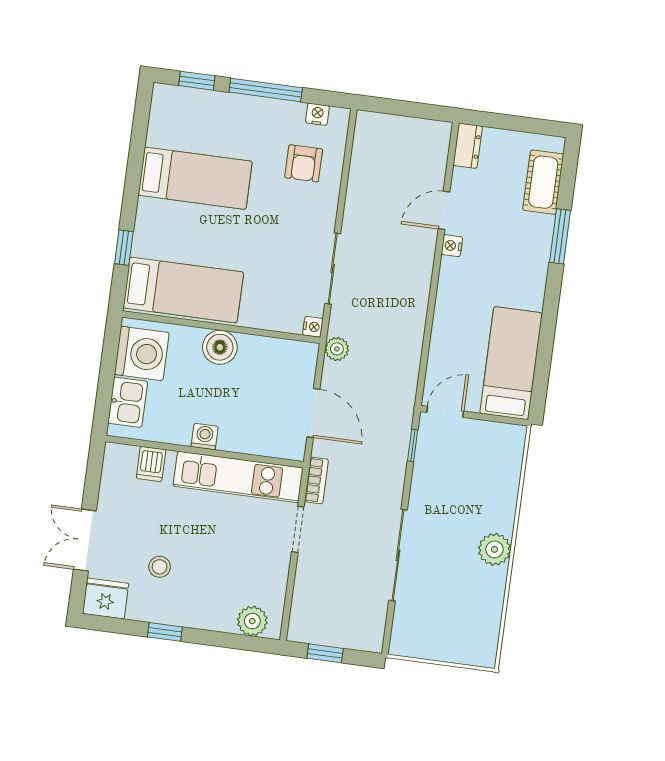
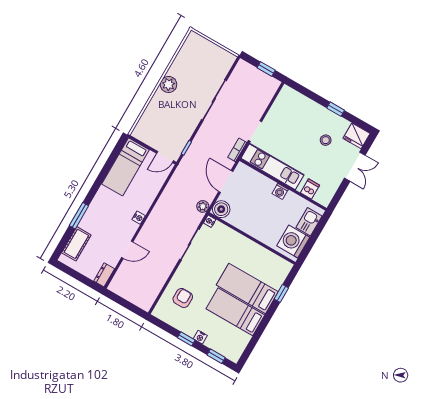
window: (266, 90) -> (186, 339), width x0.46
nightstand: (317, 114) -> (200, 337), moved
nightstand: (452, 246) -> (139, 218), moved
bed: (183, 290) -> (247, 288), moved
boiler: (220, 347) -> (221, 209), moved
plant: (252, 621) -> (293, 98), removed

